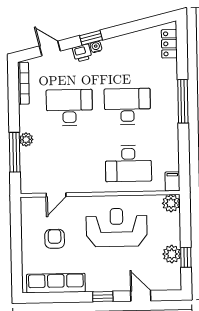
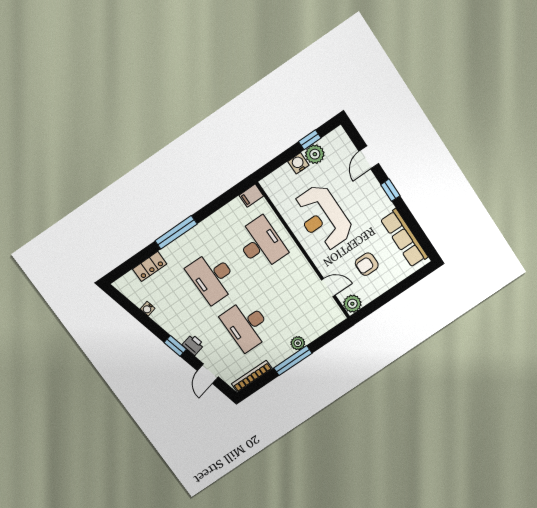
locker: (169, 44) -> (150, 266), moved
water cooler: (96, 47) -> (148, 309), moved
window: (15, 152) -> (293, 361), moved
plant: (171, 203) -> (352, 304), moved
water cooler: (173, 236) -> (298, 163), added

